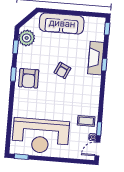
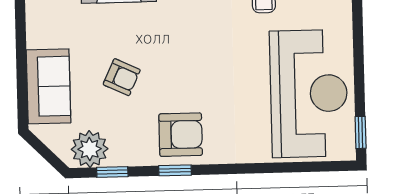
sofa: (62, 23) -> (49, 86), width x0.73
armchair: (62, 70) -> (122, 77), moved

